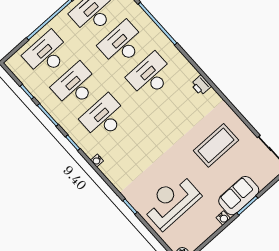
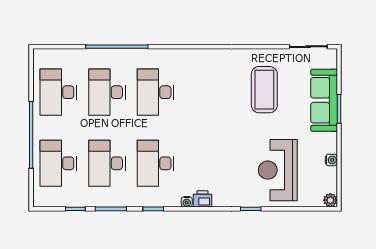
printer: (201, 85) -> (202, 199), moved, turned 180
sofa: (239, 196) -> (324, 100), width x1.36
water cooler: (223, 218) -> (331, 160), moved

